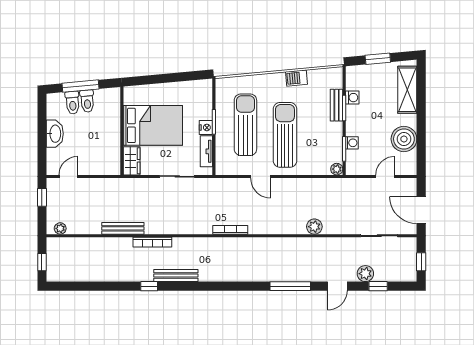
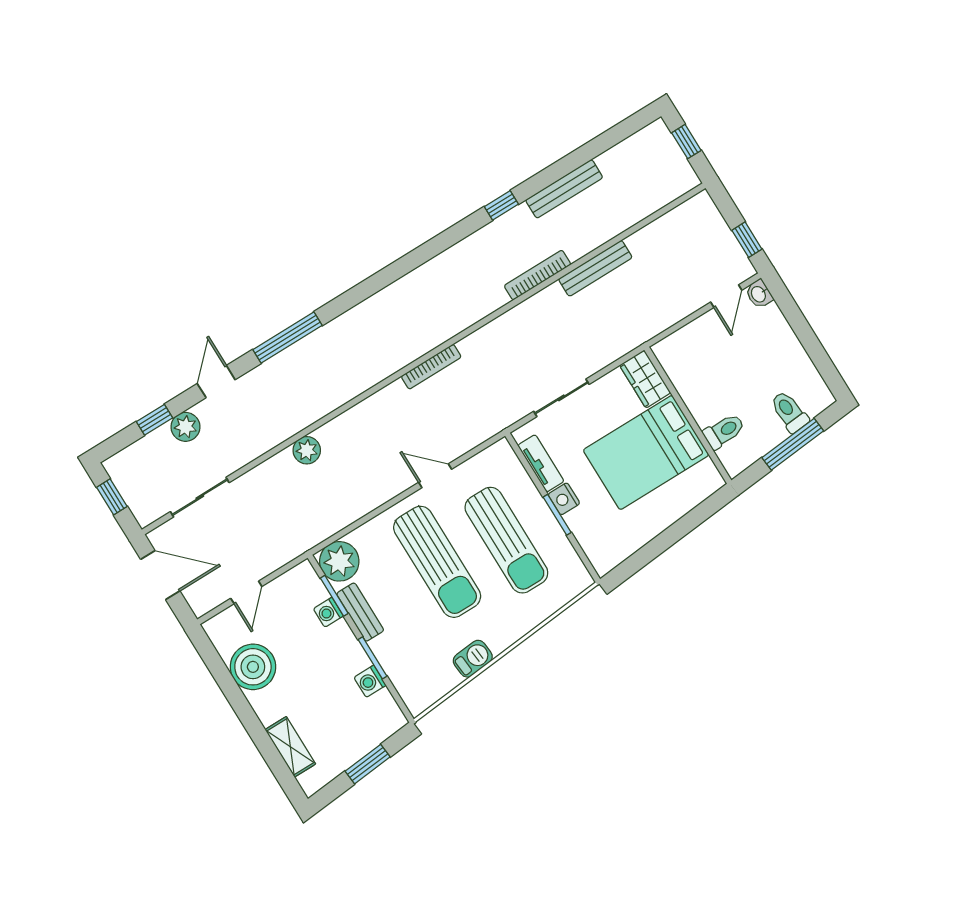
shelving: (407, 90) -> (290, 747), width x0.67, depth x0.75
toilet: (87, 101) -> (724, 431), moved, turned 95
bench: (337, 105) -> (360, 612), moved
washbasin: (55, 134) -> (759, 294), moved, width x0.52, depth x0.69
plant: (337, 169) -> (339, 561), width x1.88, depth x1.88
plant: (60, 228) -> (690, 210), removed
bench: (176, 275) -> (564, 189), moved

